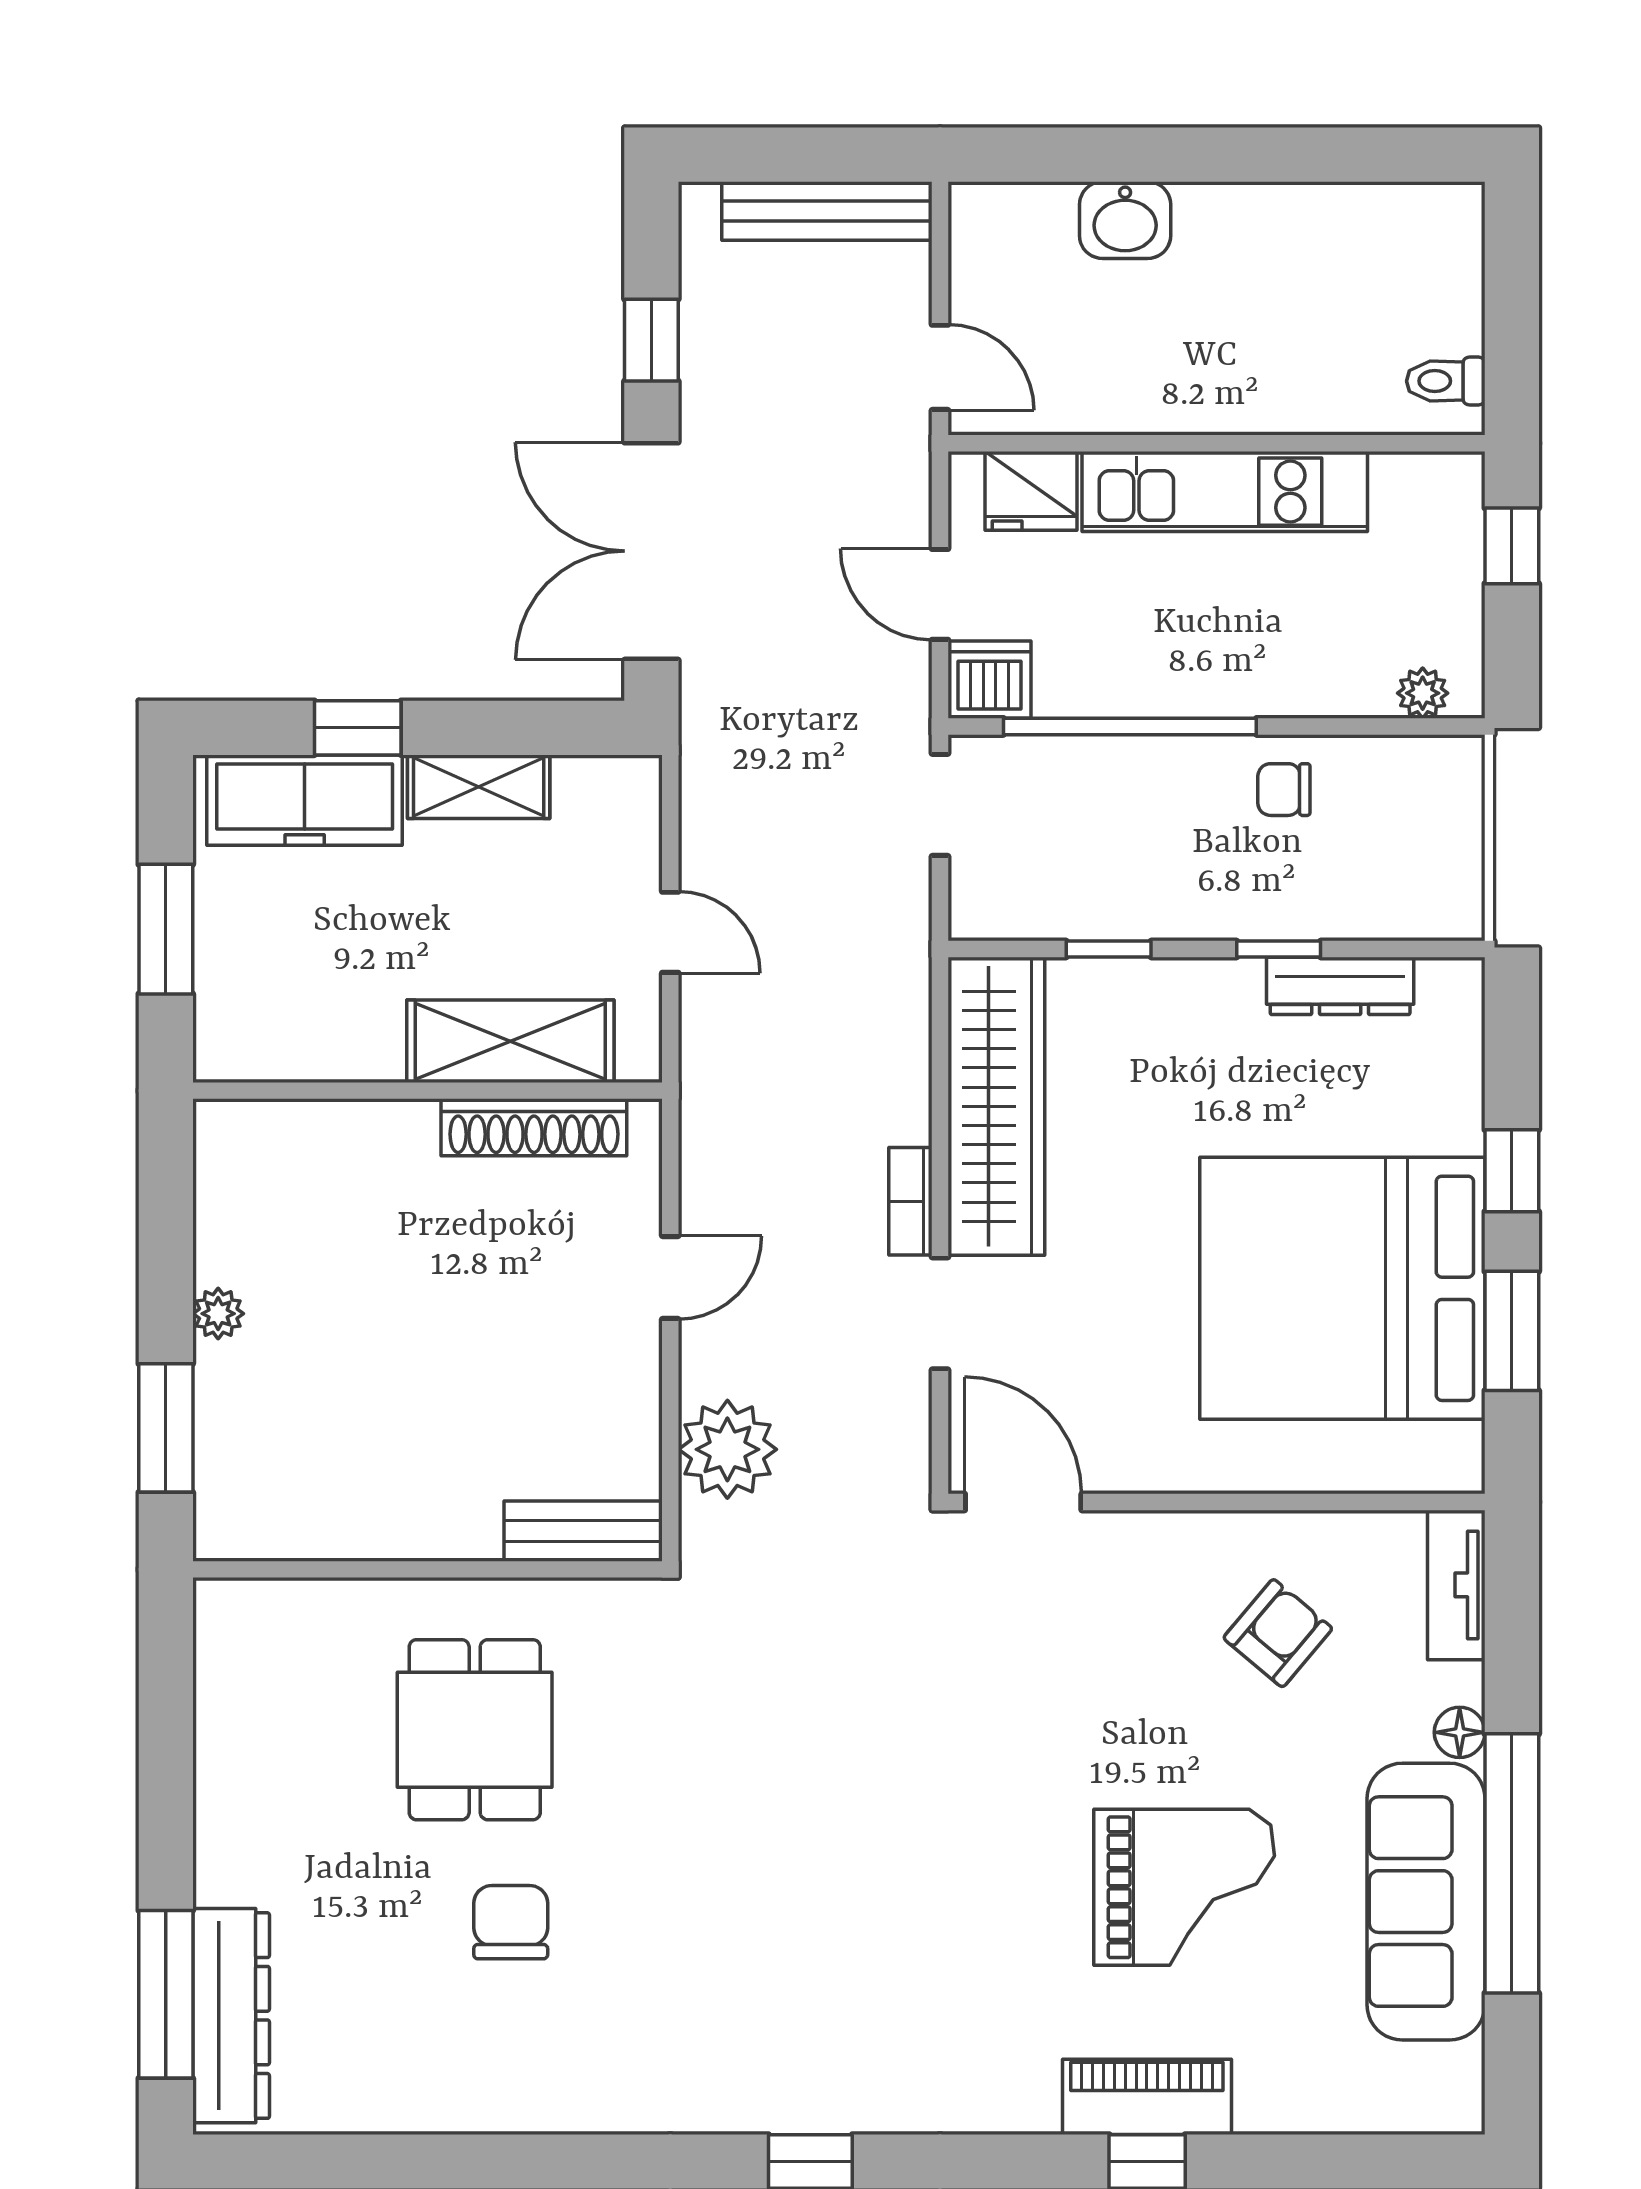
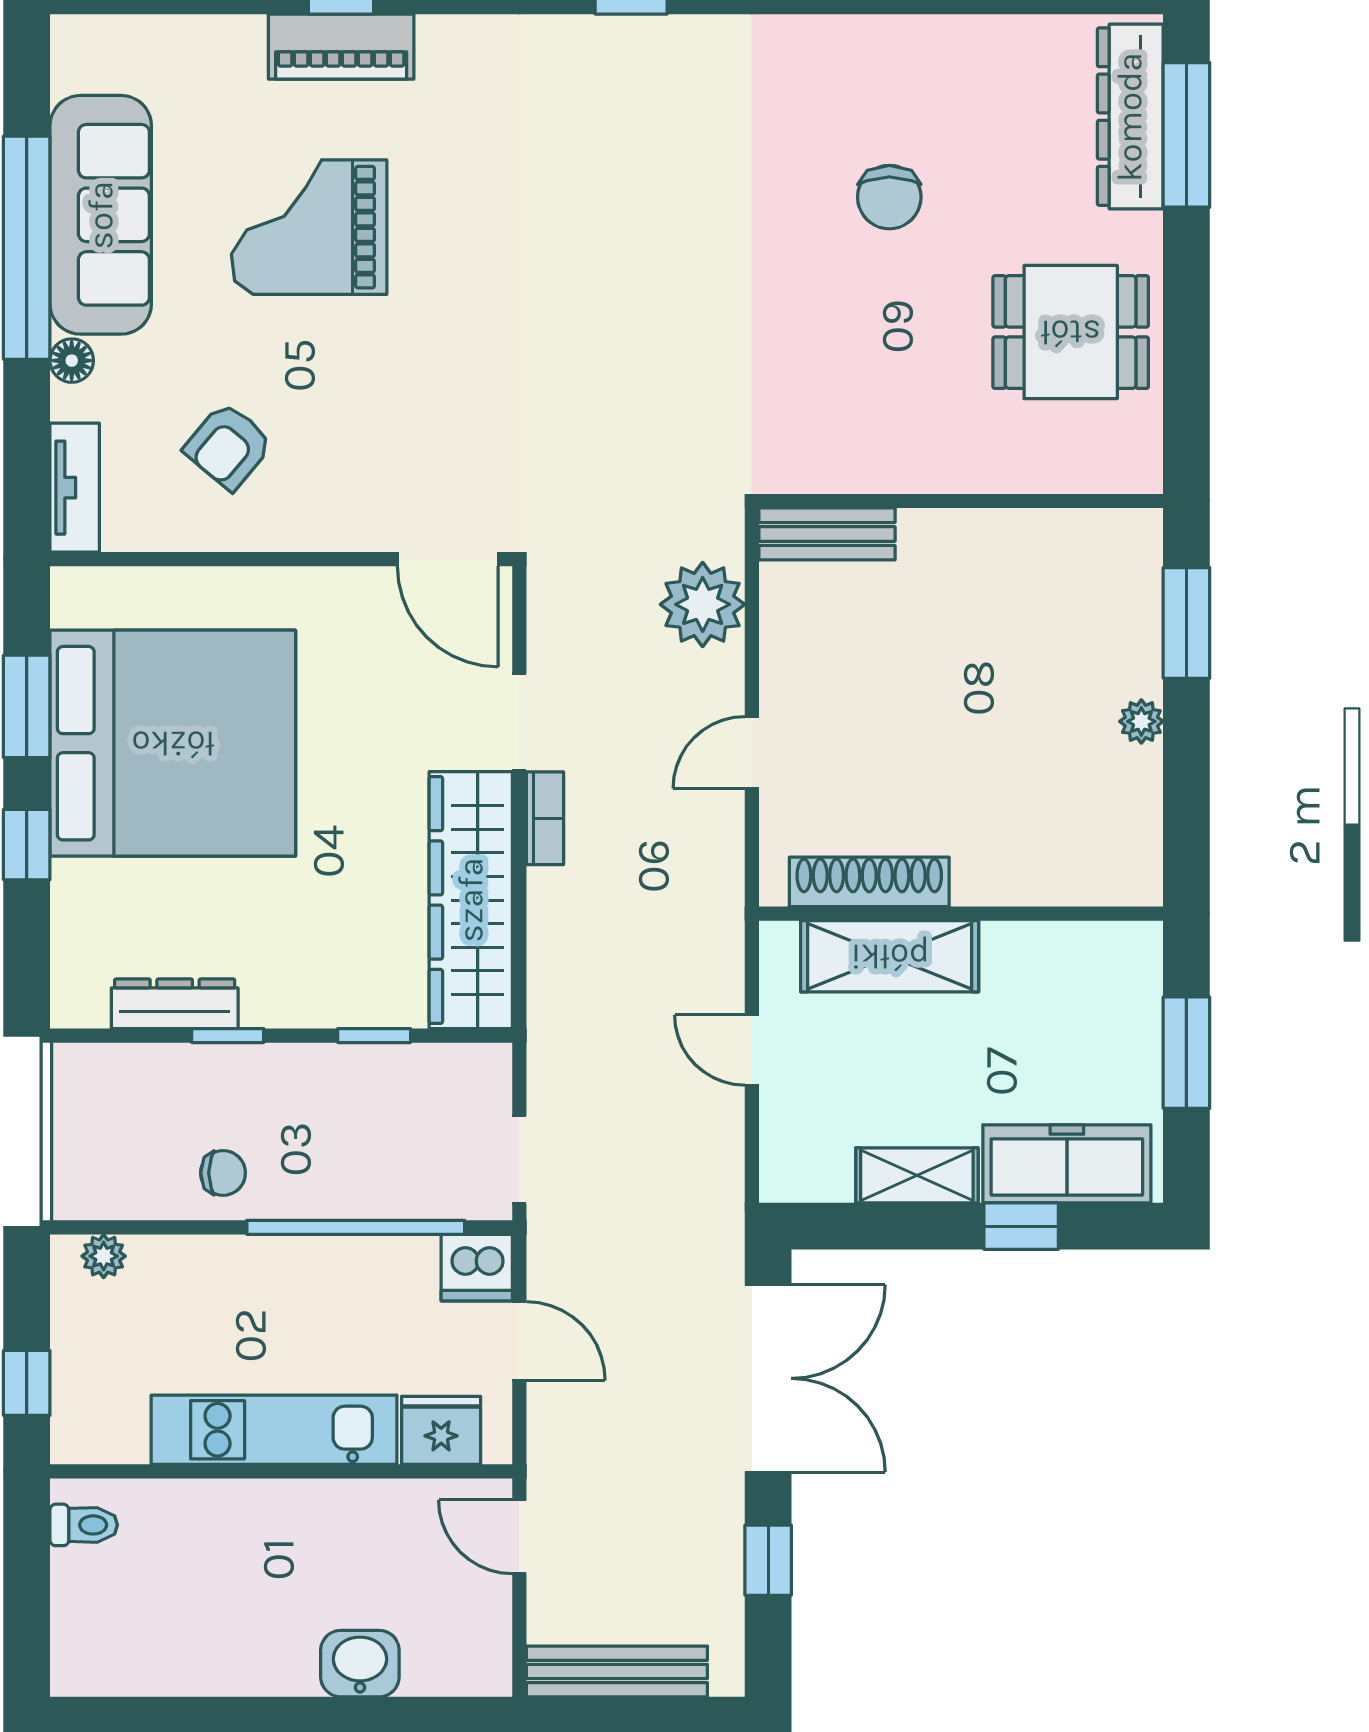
dining table: (475, 1730) -> (1071, 332), moved, turned 90

